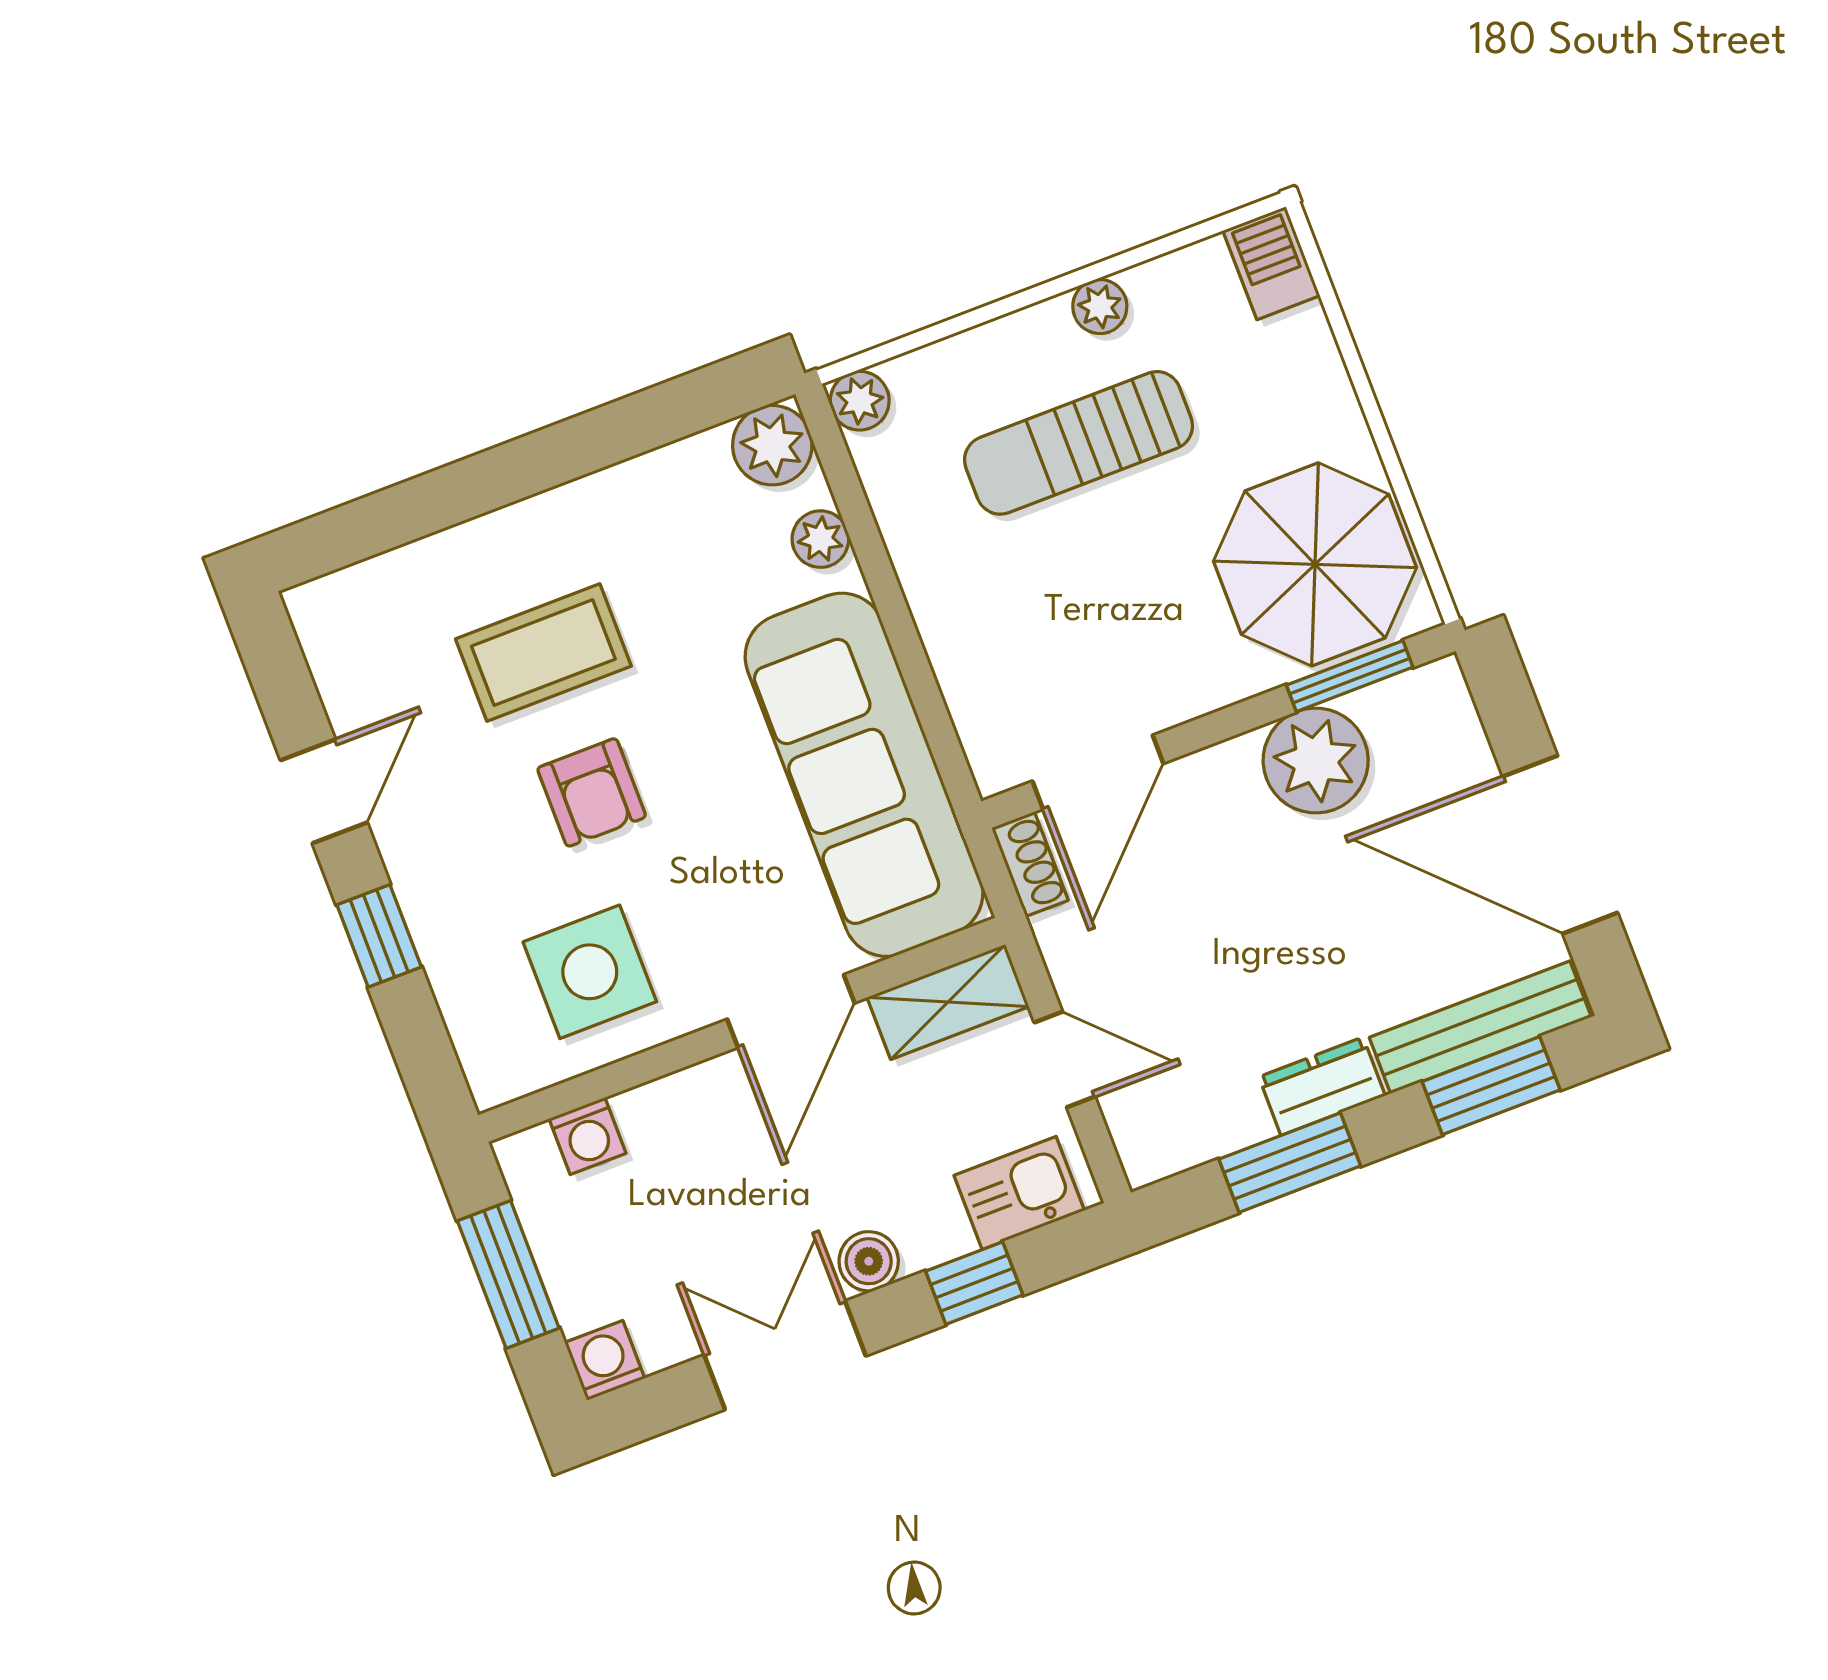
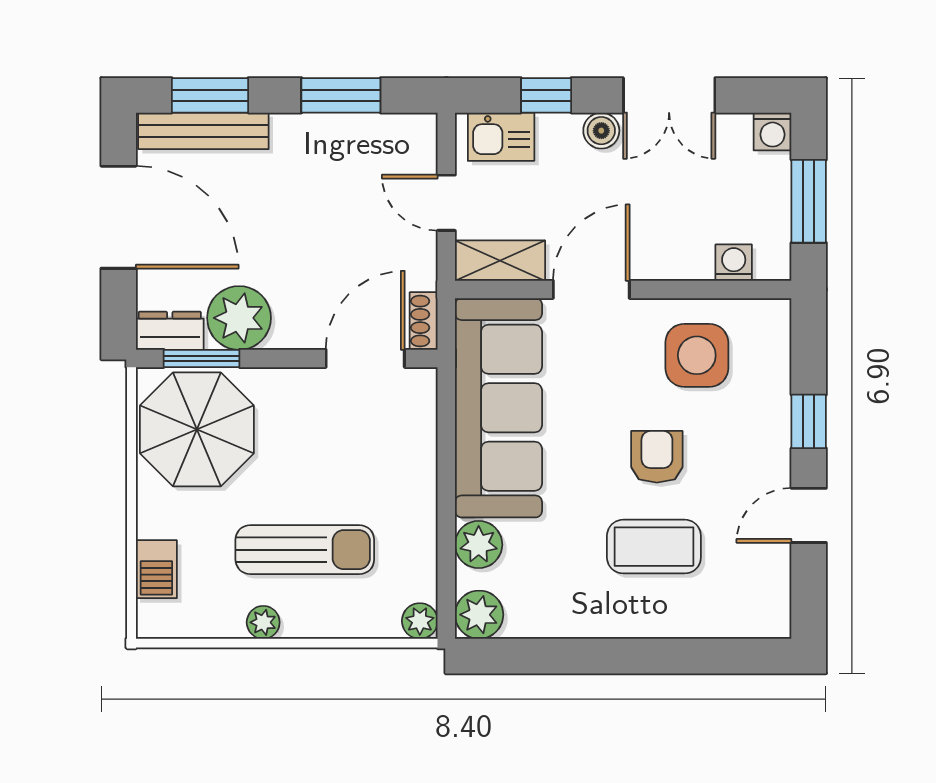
barbecue: (1271, 263) -> (156, 569), moved
plant: (820, 539) -> (479, 545), width x1.38, depth x1.38
dresser: (1322, 1086) -> (170, 331), moved, turned 180

